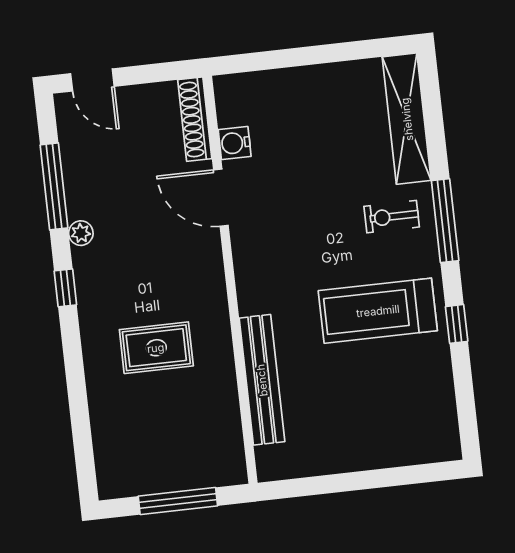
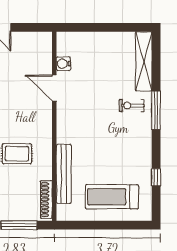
shoe rack: (195, 119) -> (46, 199), moved
treadmill: (378, 311) -> (112, 197), moved
window: (457, 324) -> (156, 177), moved

